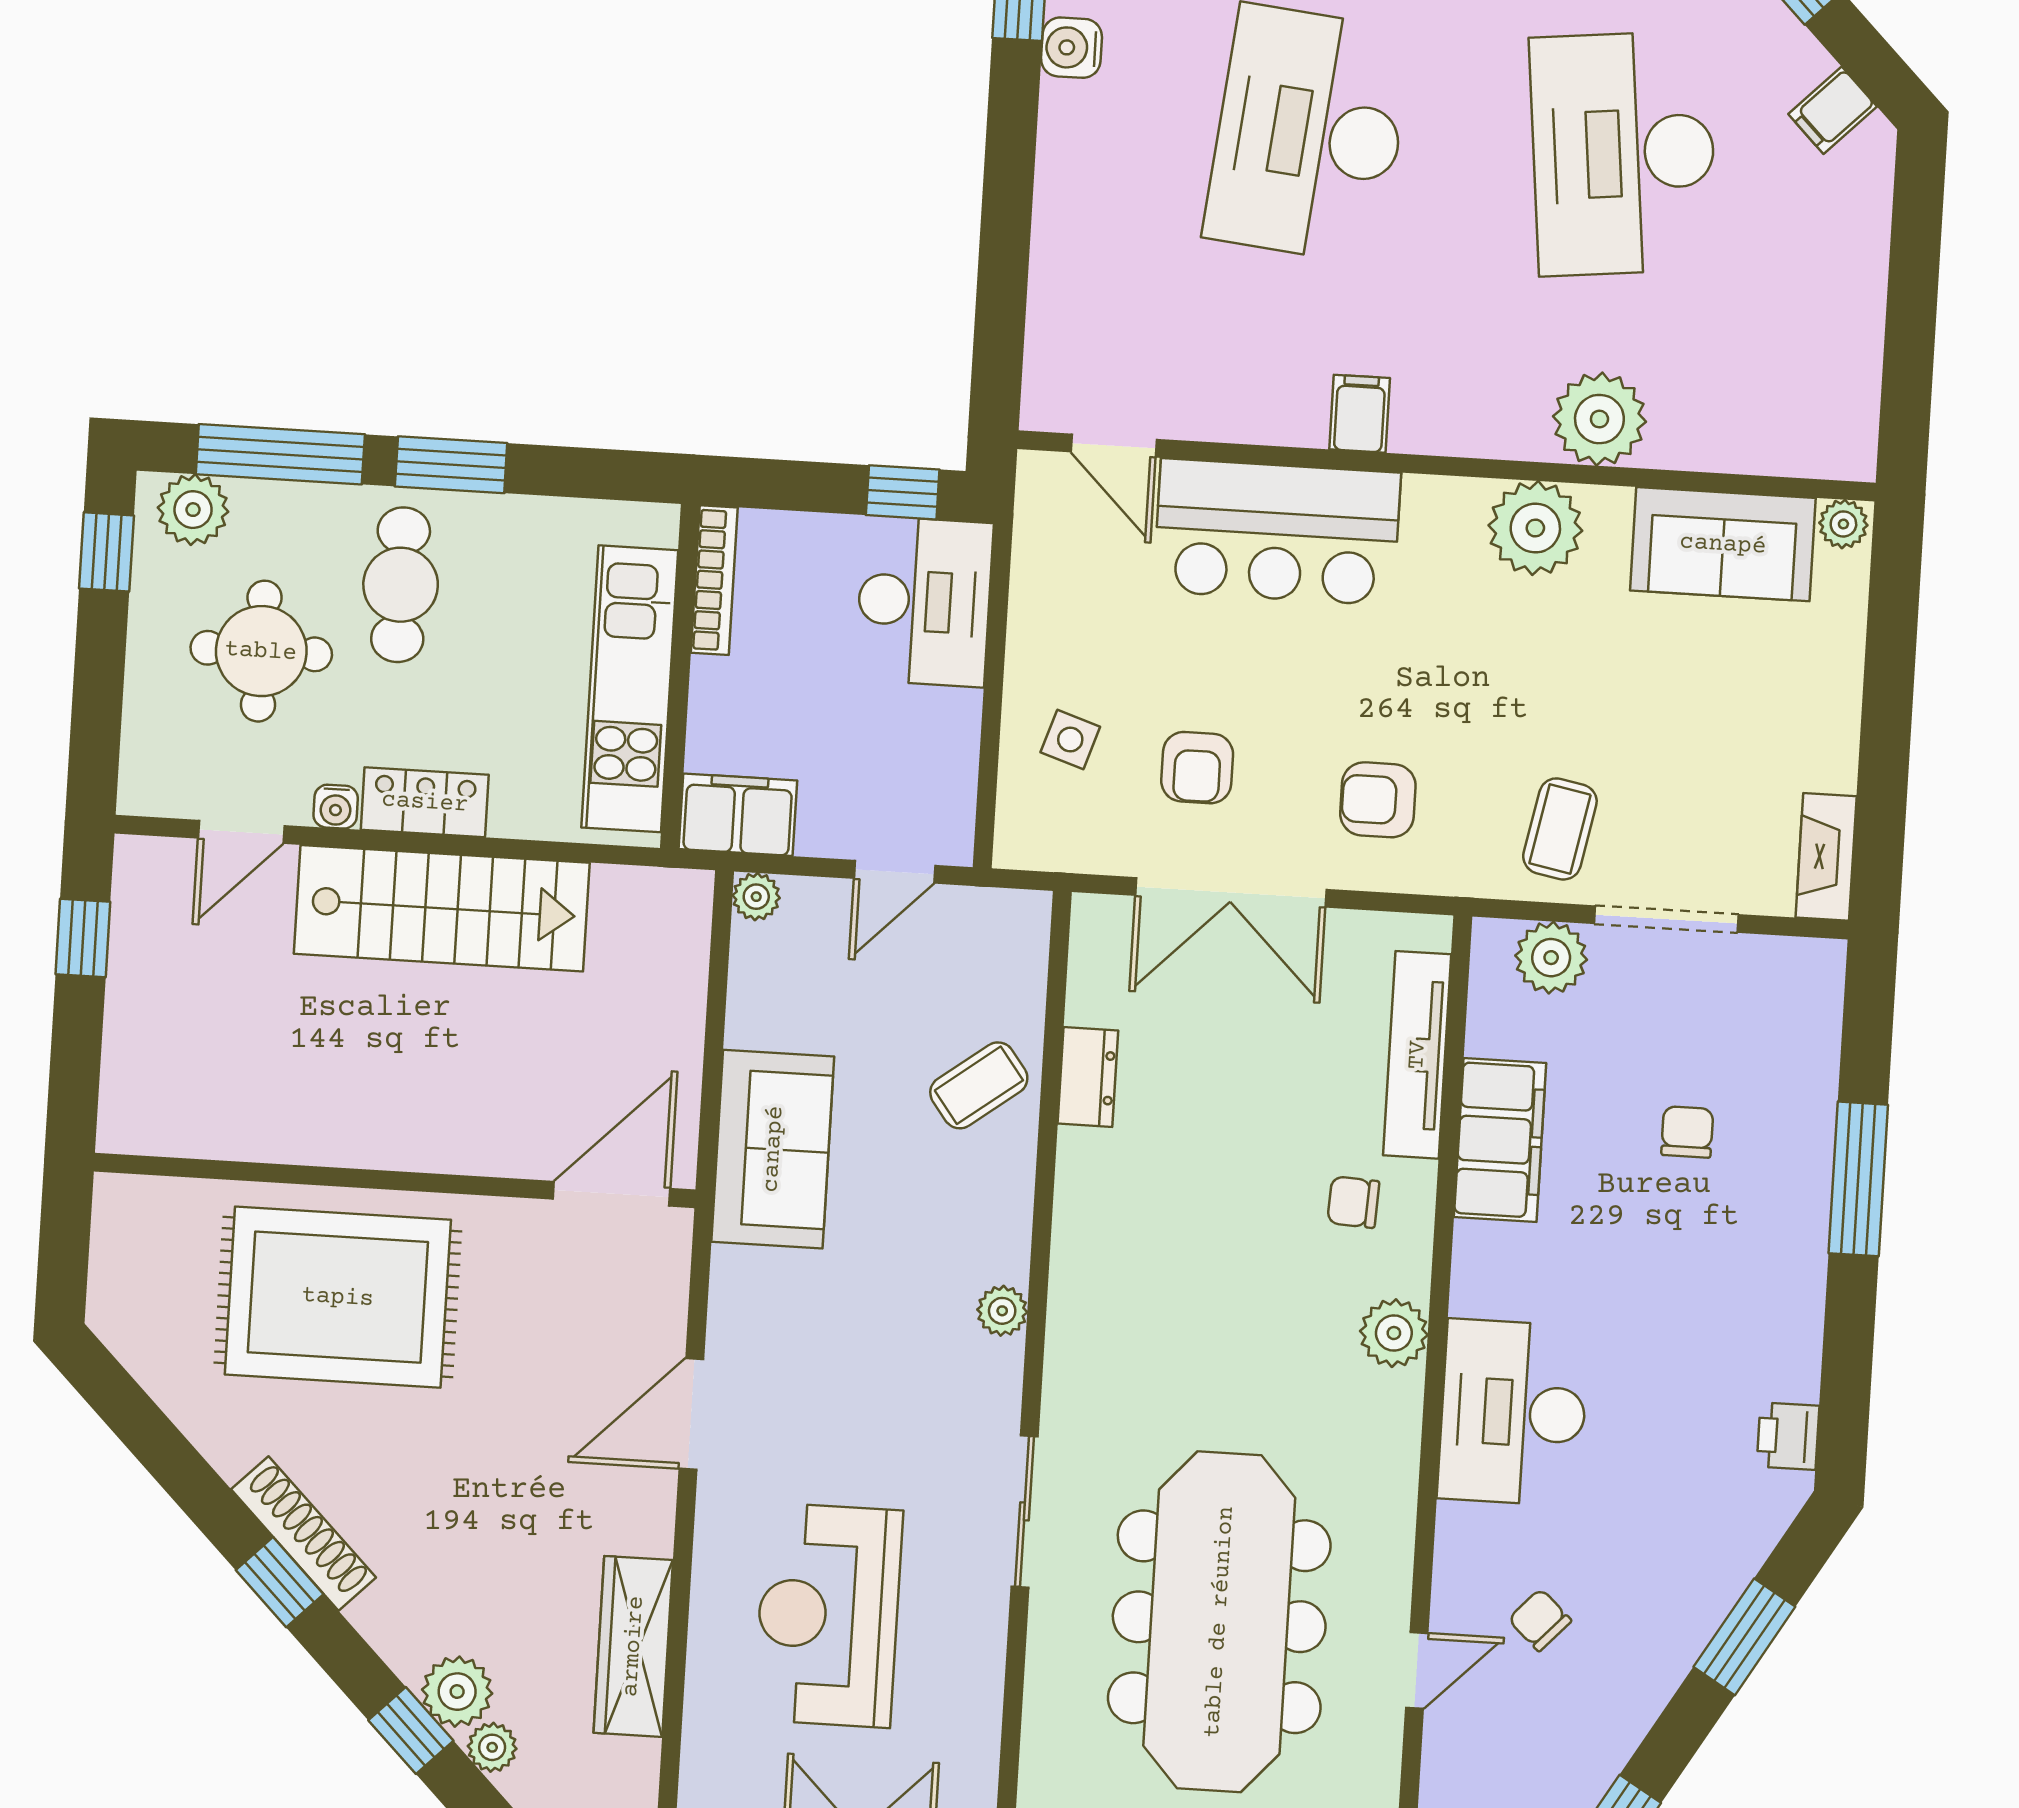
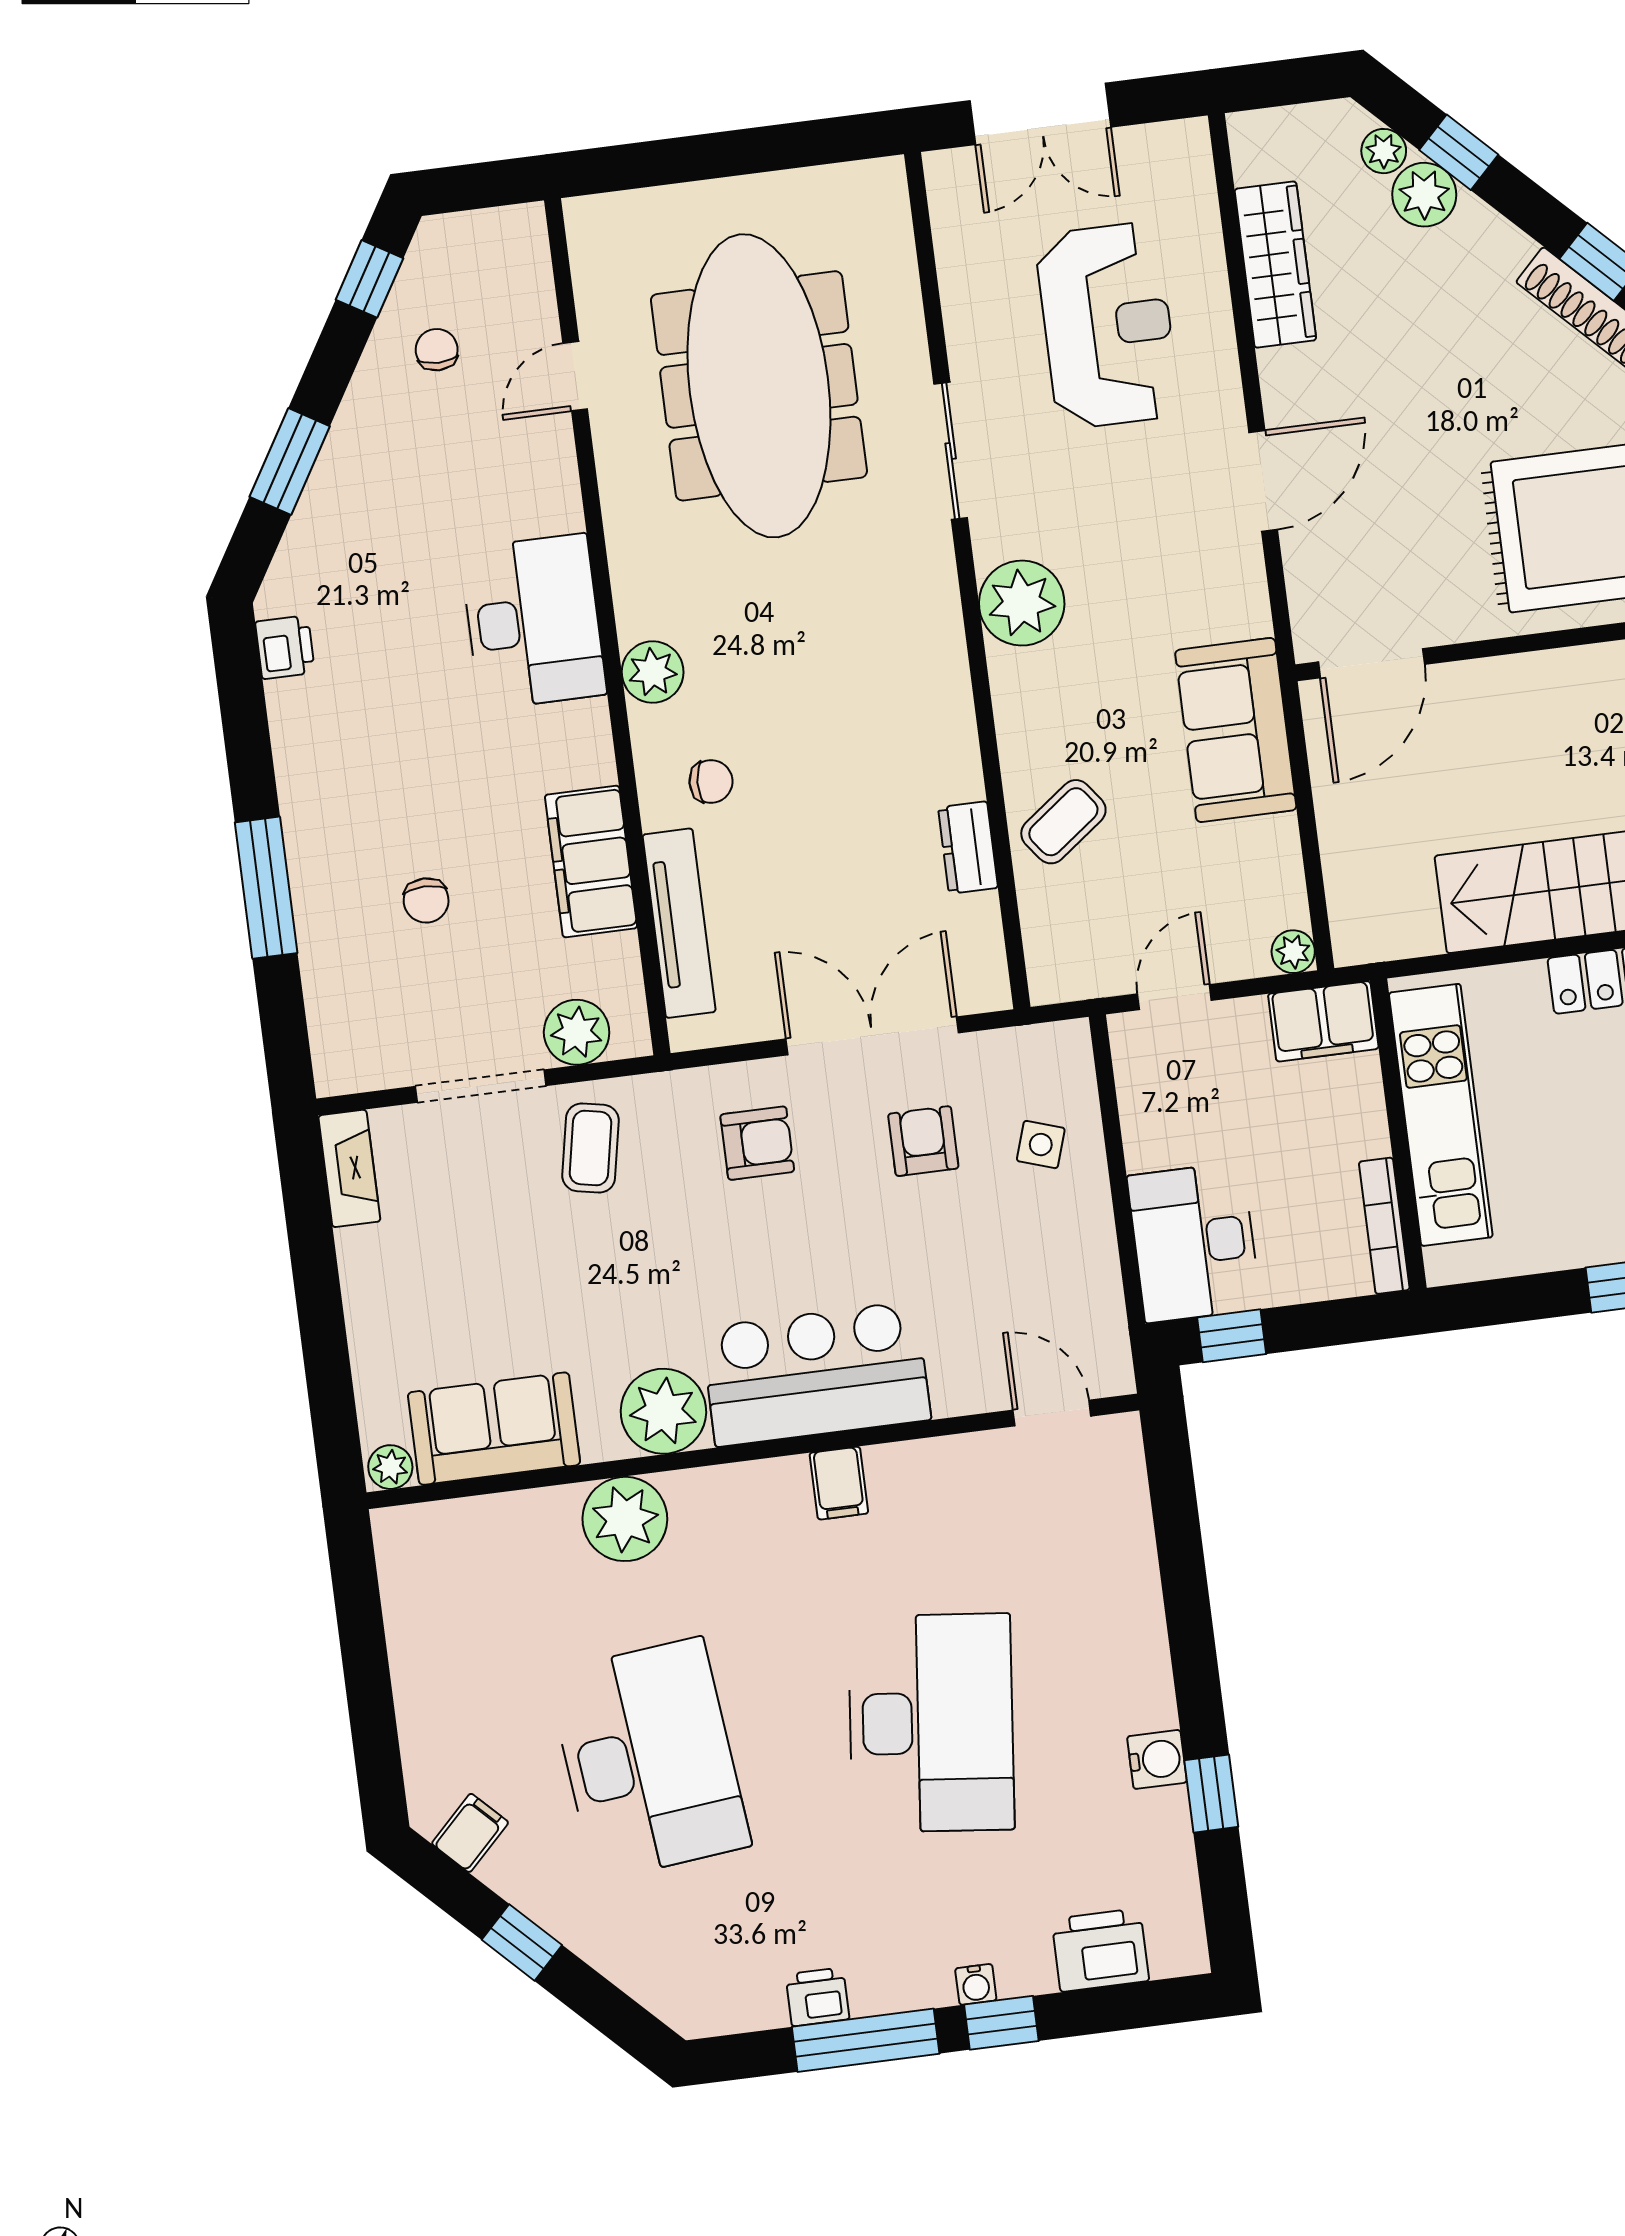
bar counter: (1277, 532) -> (816, 1374), moved
plant: (1002, 1311) -> (1022, 603), width x1.87, depth x1.87
chair: (1540, 1620) -> (437, 350), moved, turned -133

